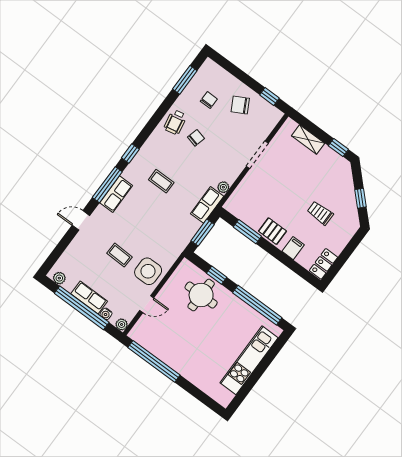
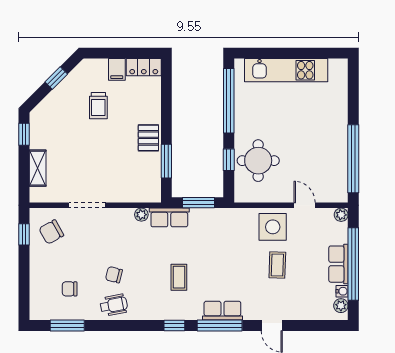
chair: (240, 105) -> (51, 232), moved, turned 89
filing cabinet: (293, 248) -> (117, 69), moved, turned -90
water cooler: (106, 314) -> (342, 291), moved

